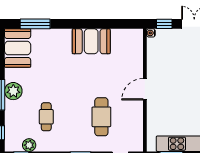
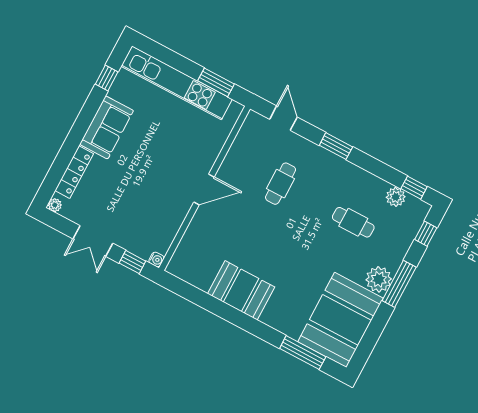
booth: (18, 48) -> (340, 320), width x1.36, depth x1.42
cafe table: (46, 117) -> (353, 222), turned 90
cafe table: (101, 117) -> (281, 184), width x0.73, depth x0.74

